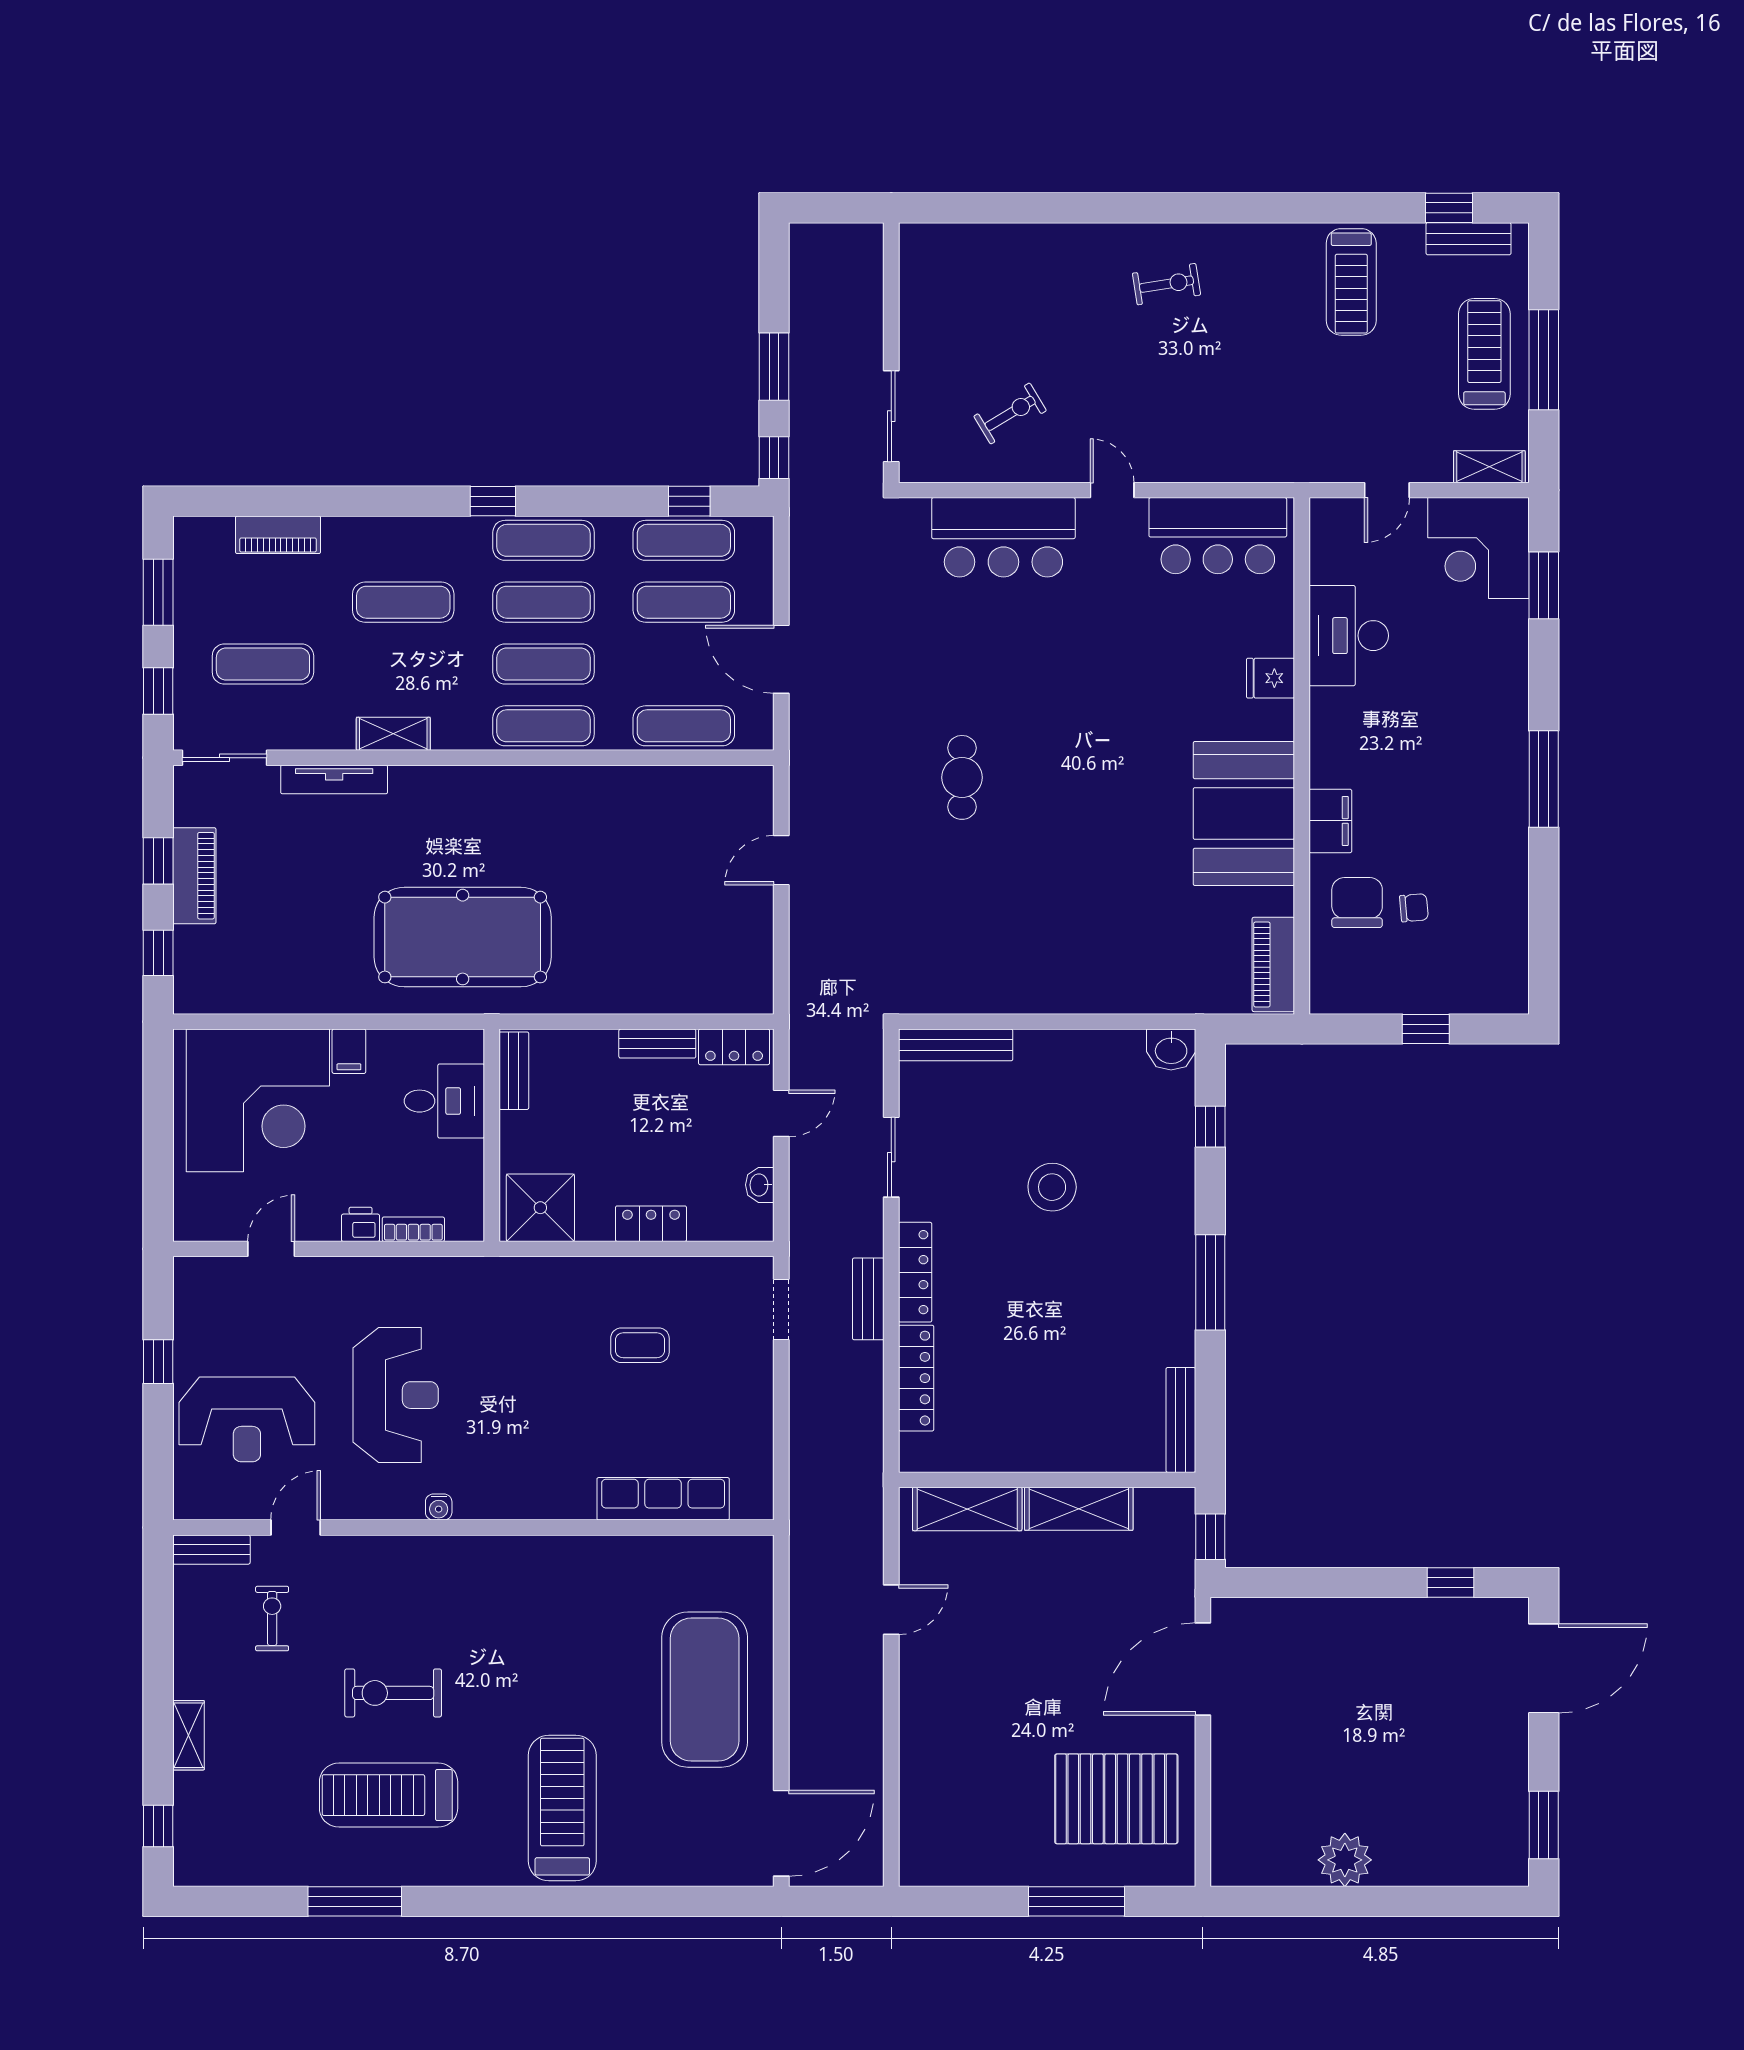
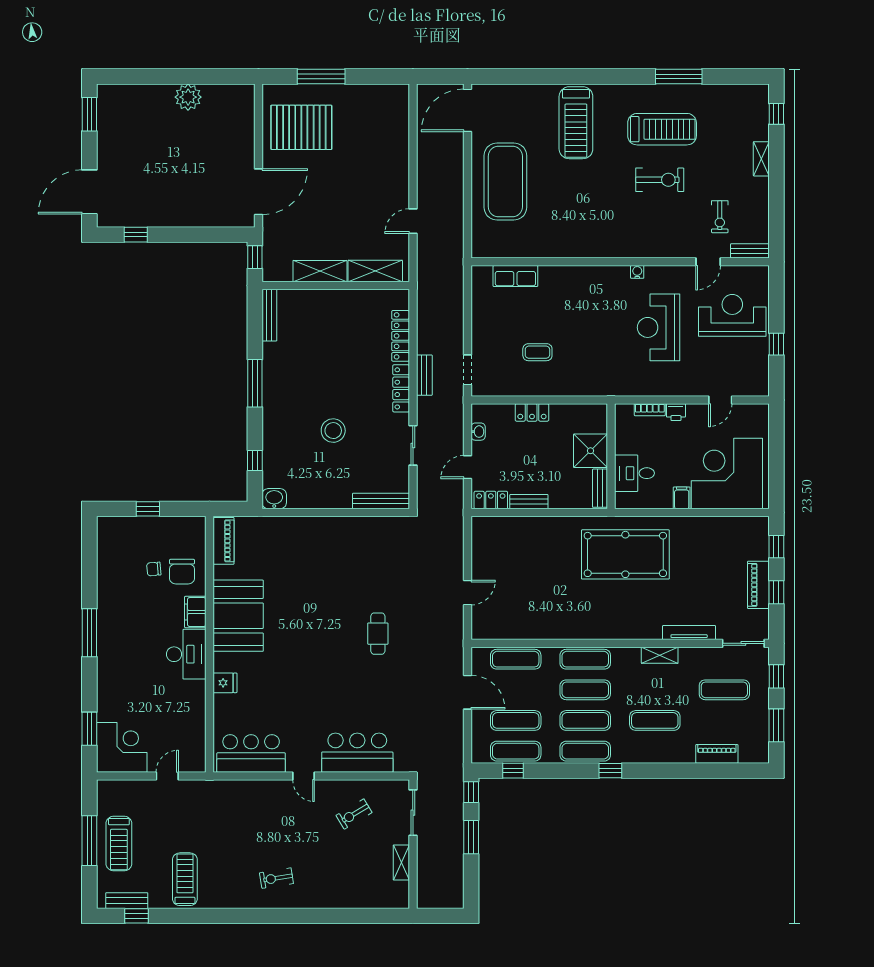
shelving: (1489, 467) -> (401, 862), moved, turned 90
desk: (1349, 636) -> (186, 654), moved
shower: (540, 1208) -> (591, 451), moved
row of seats: (663, 1499) -> (515, 276), width x0.68

